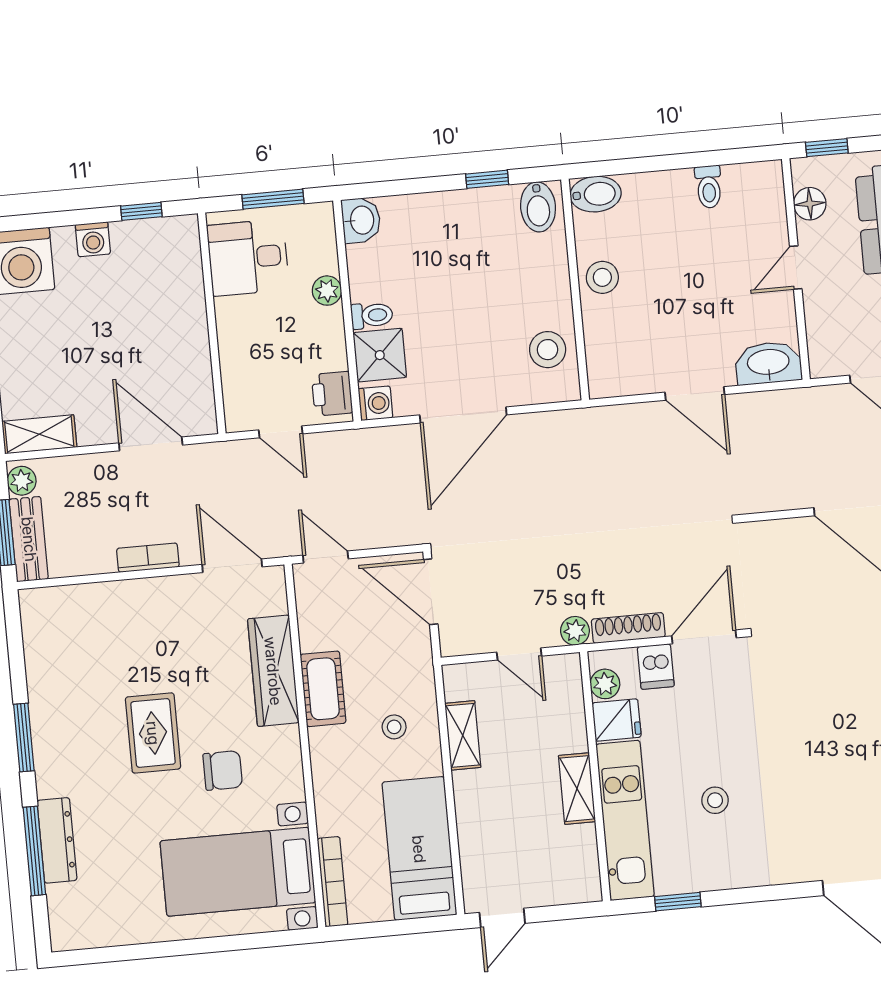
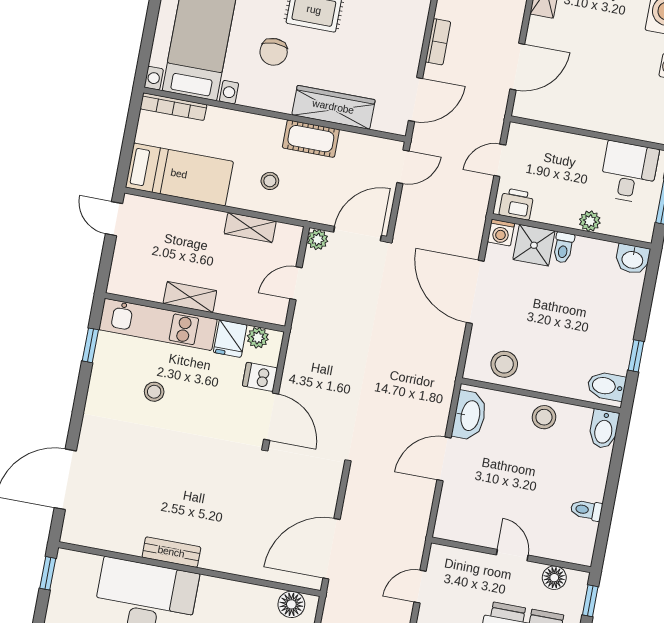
washbasin: (768, 363) -> (470, 415), moved
shoe rack: (628, 628) -> (292, 365), removed
plant: (575, 631) -> (318, 240), moved

